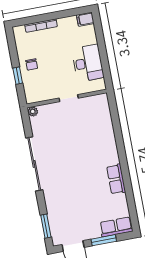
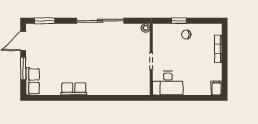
desk: (88, 63) -> (168, 83), moved

